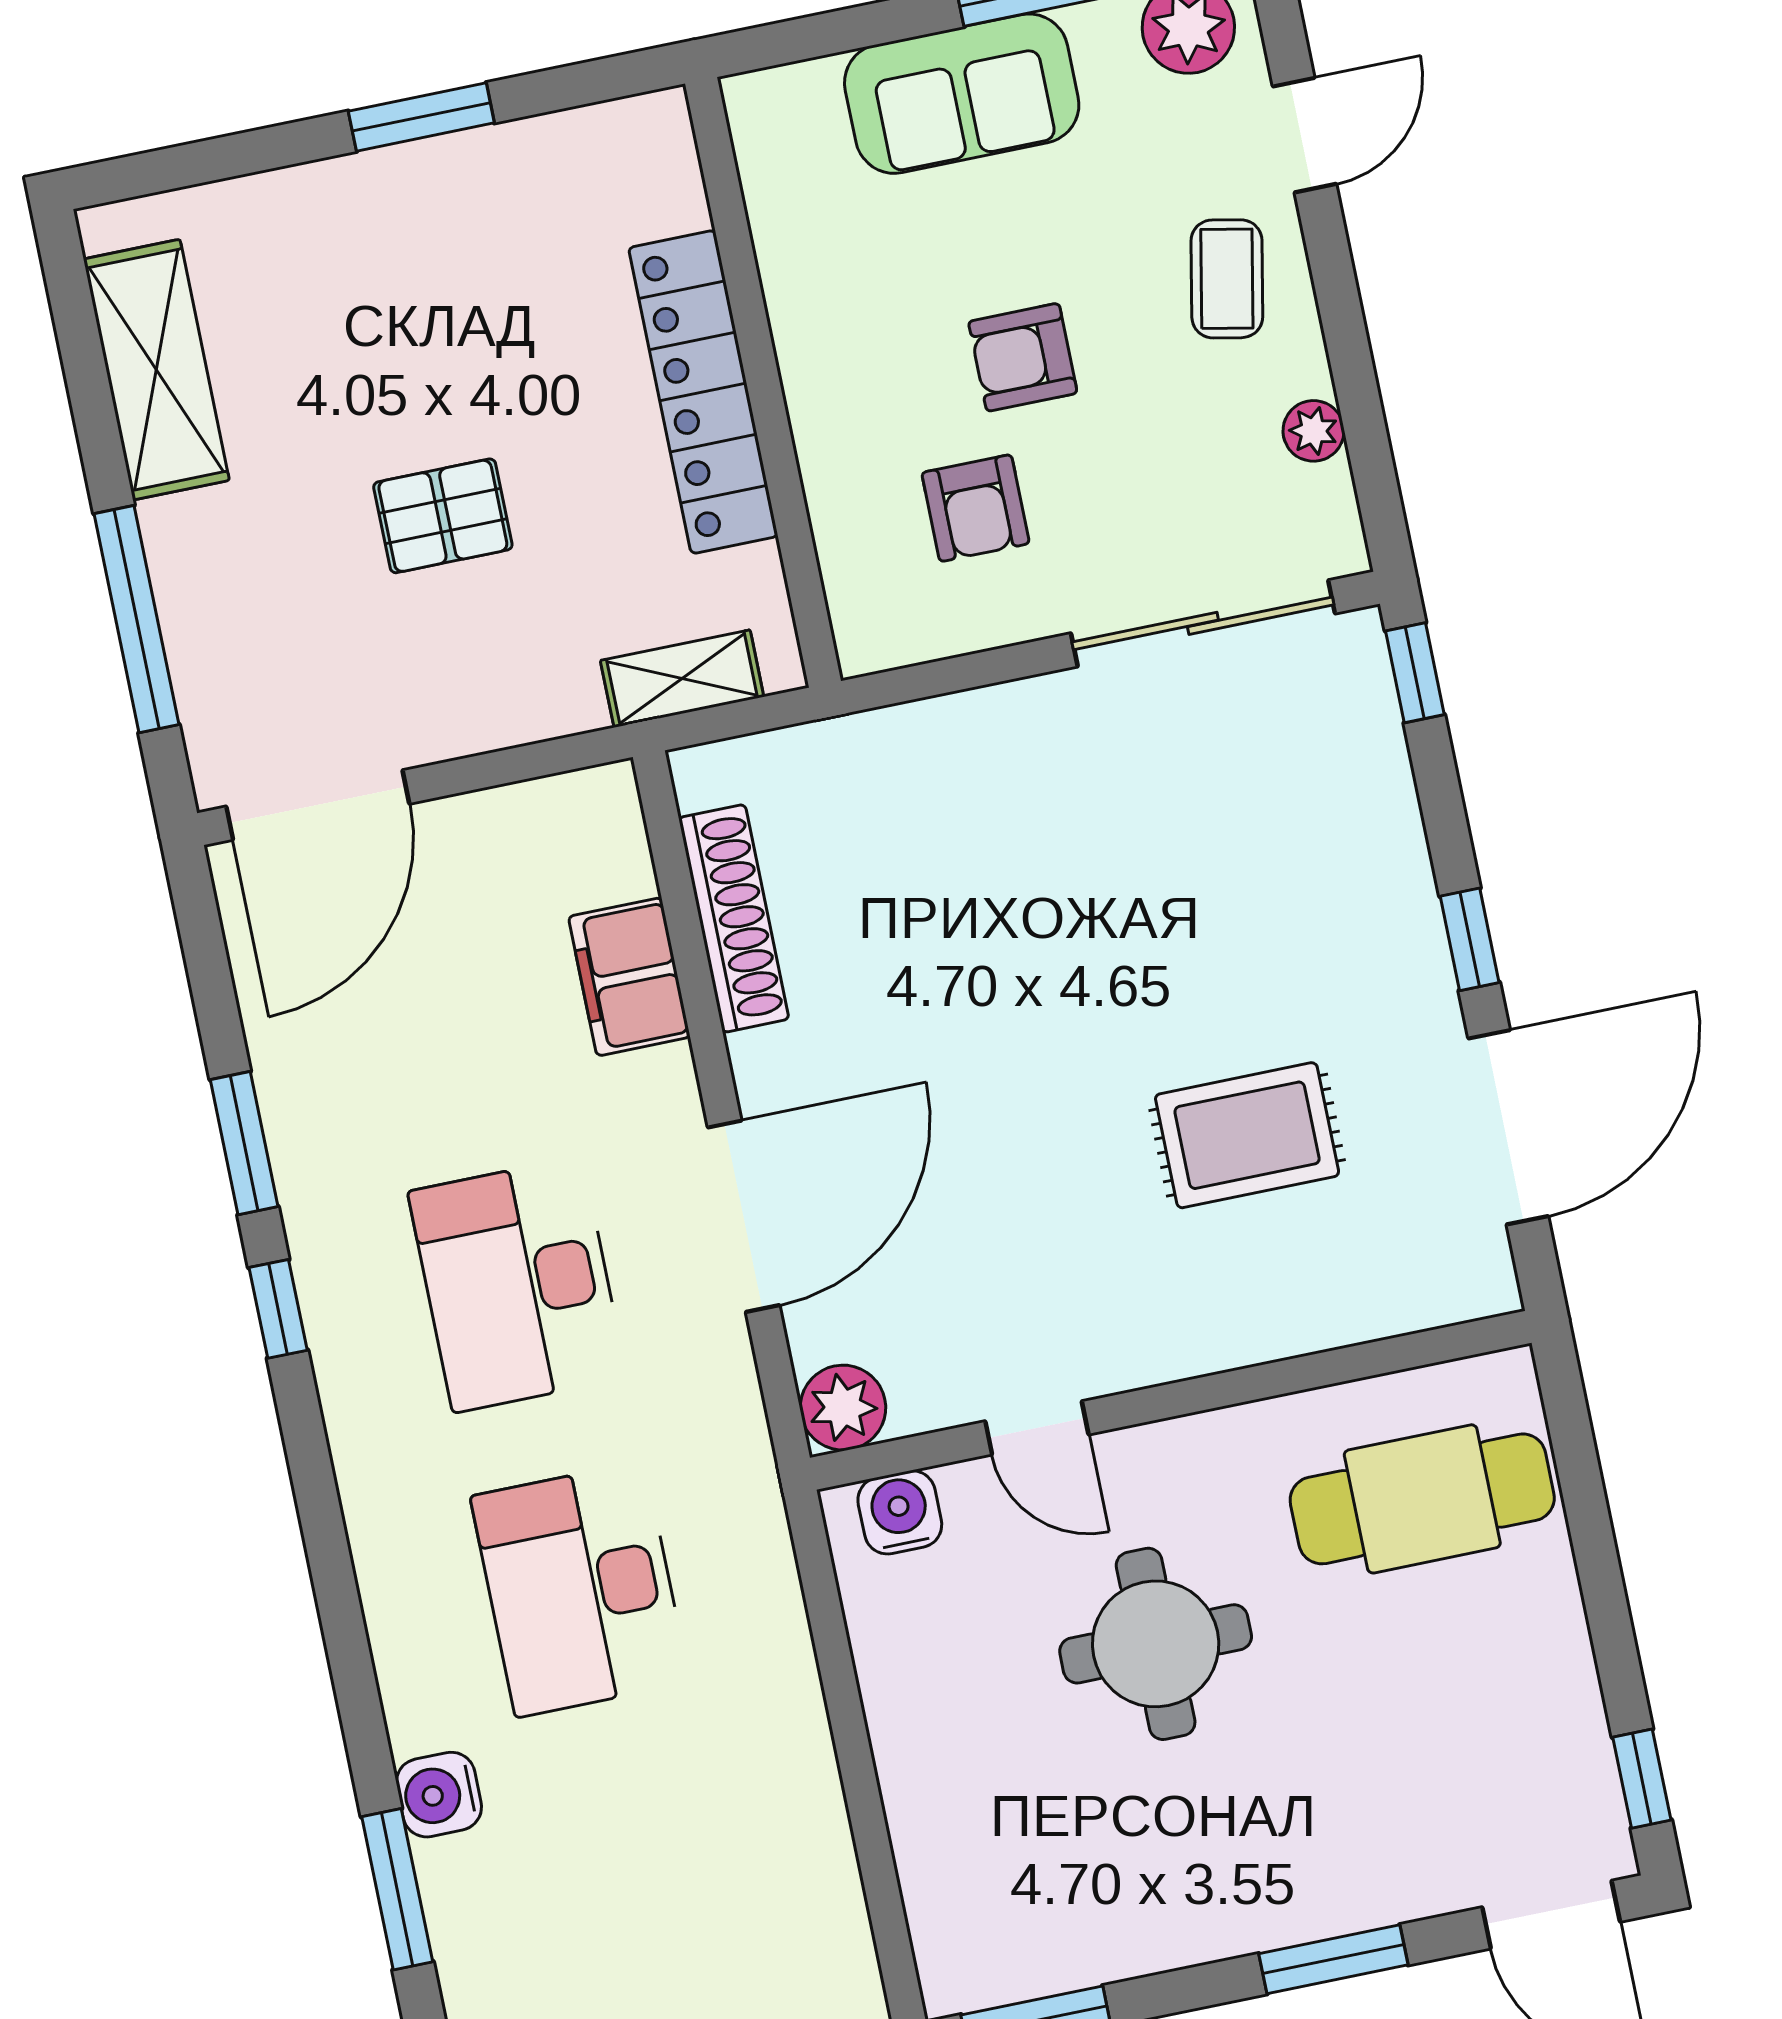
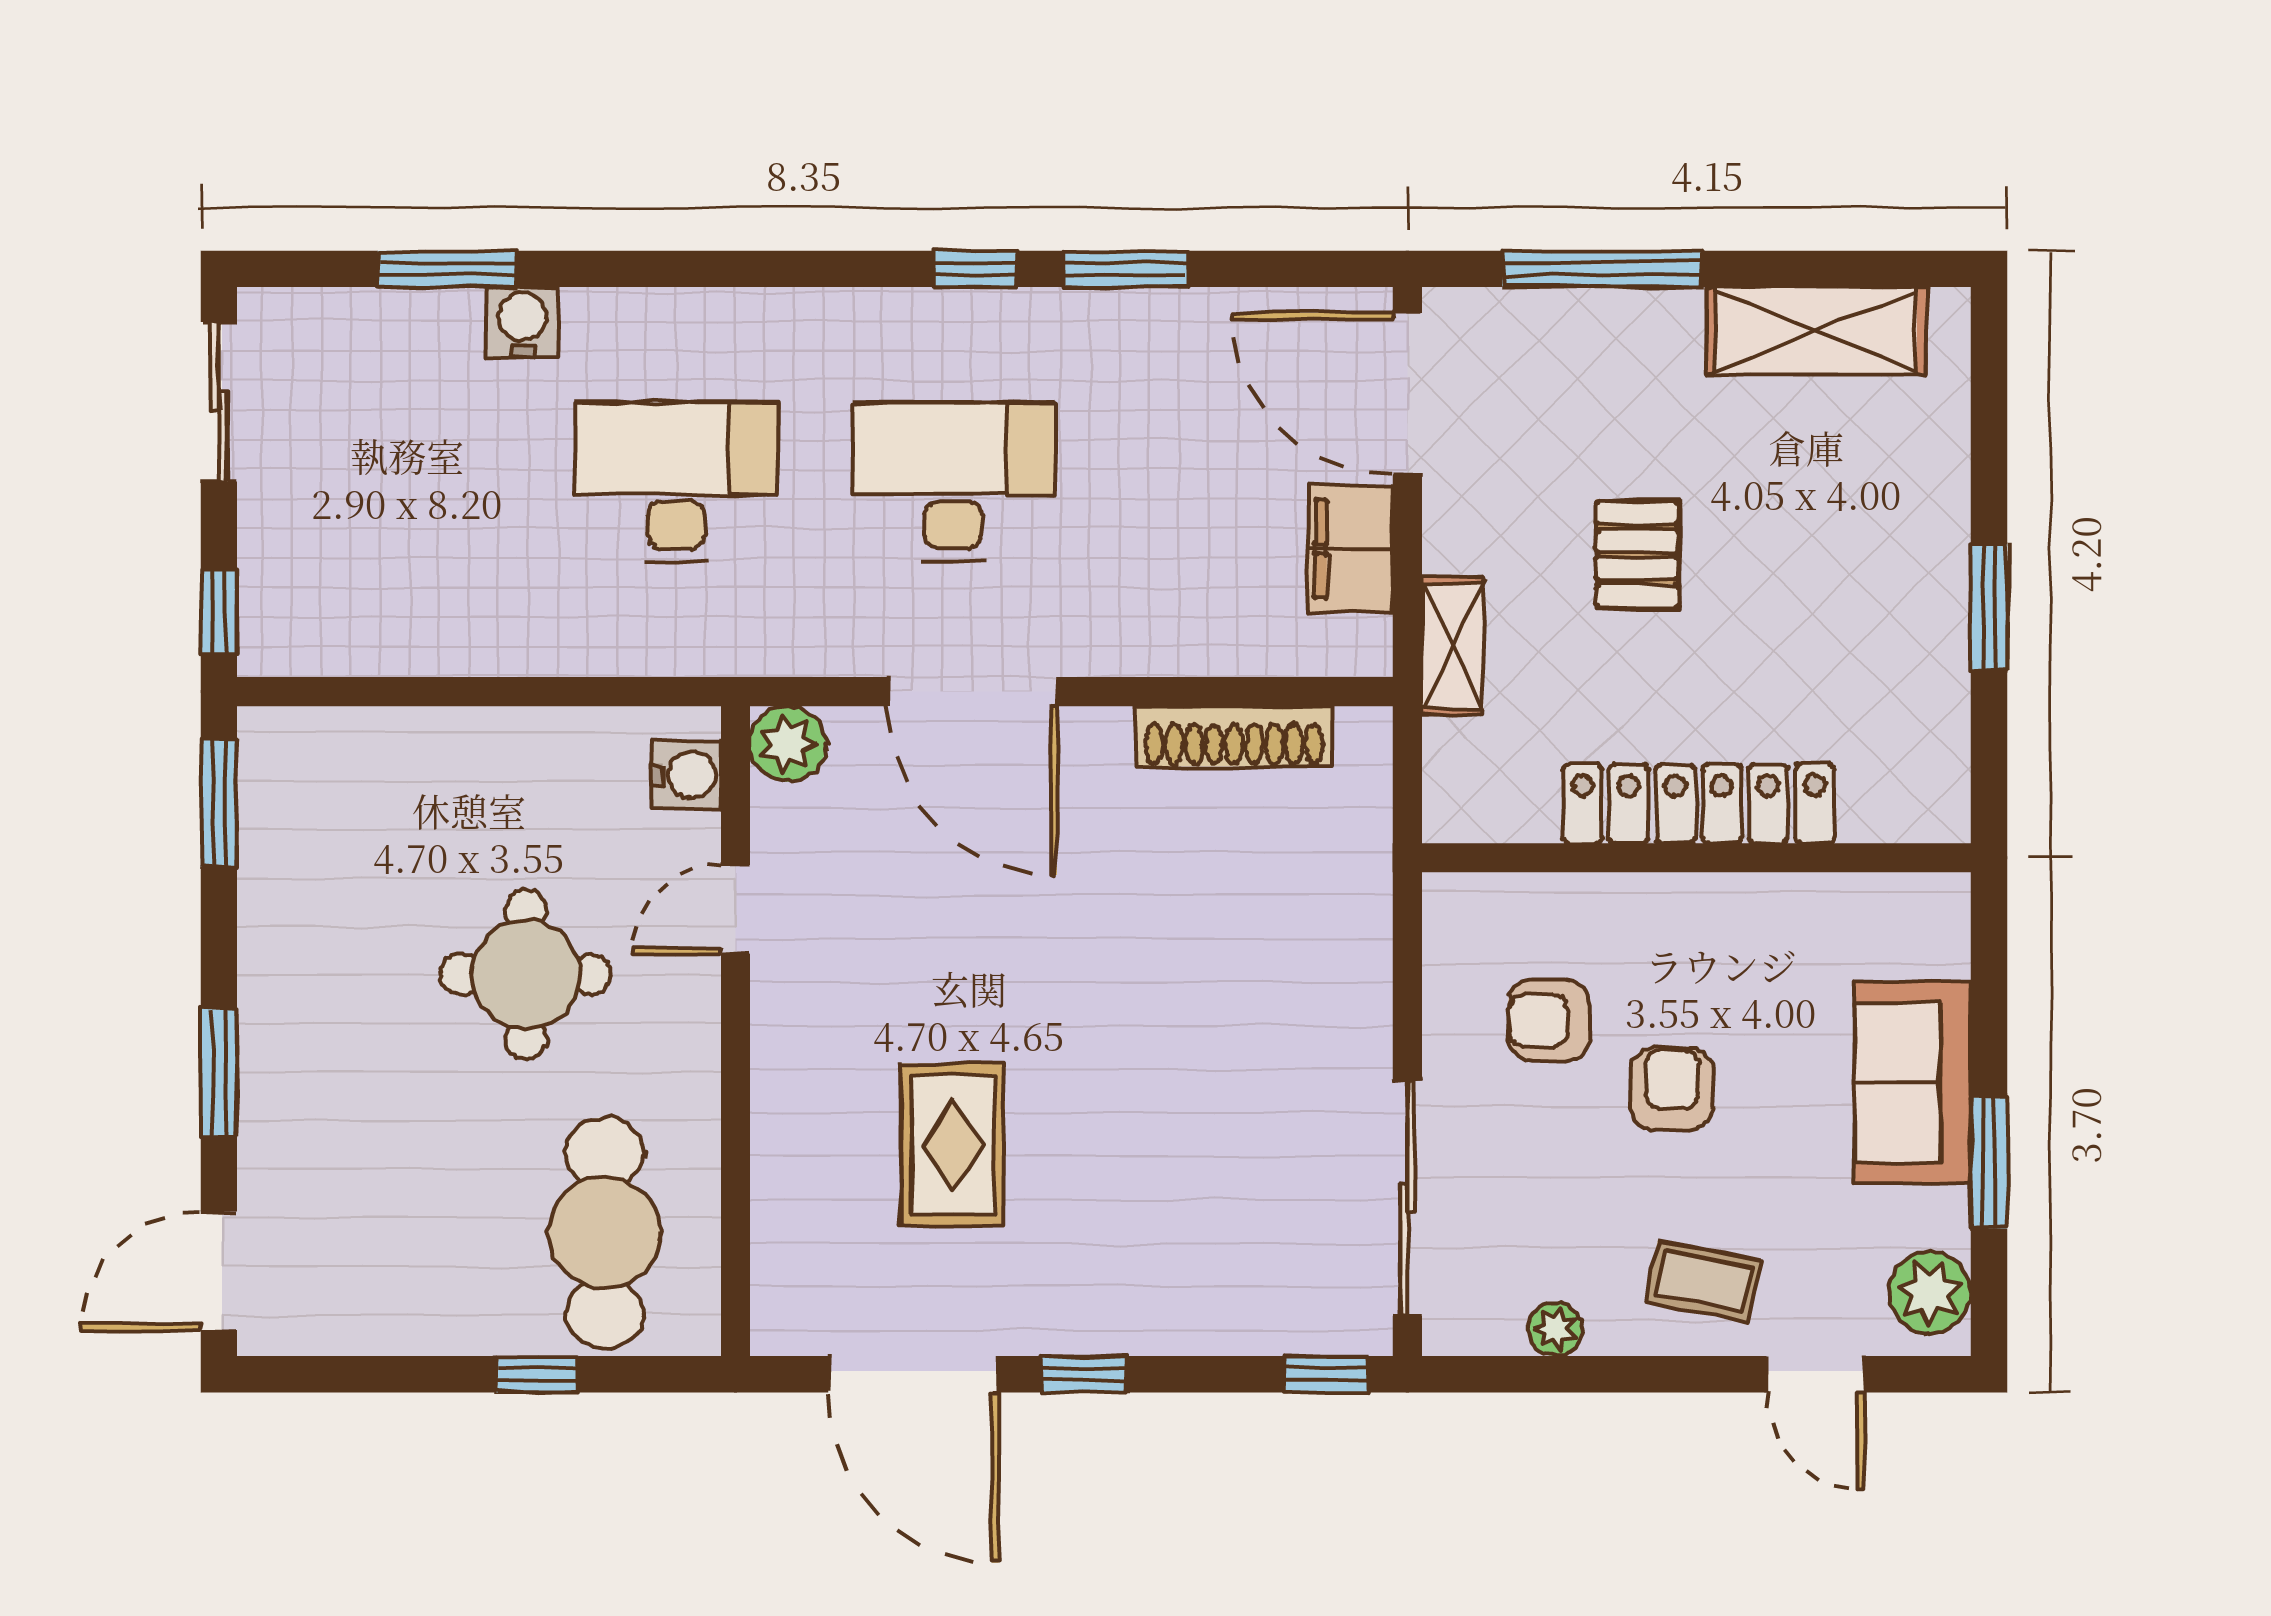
shelving: (682, 679) -> (1452, 646), moved
filing cabinet: (629, 977) -> (1350, 549), moved, turned -90
window: (1642, 1779) -> (538, 1374), moved

